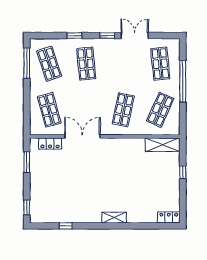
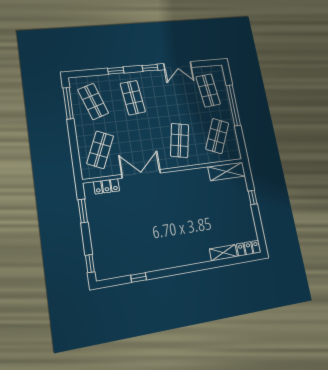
double door: (135, 36) -> (178, 66), swing flipped
shop shelf: (49, 110) -> (100, 150), turned 39
shelving: (114, 218) -> (223, 253), moved

